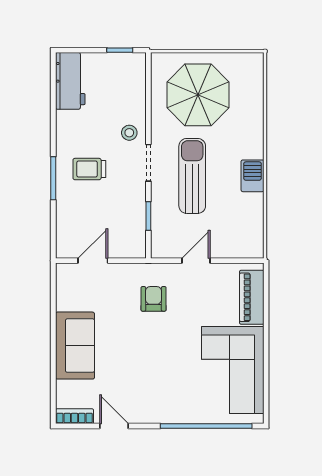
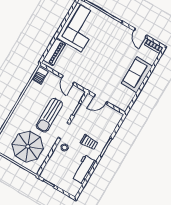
workbench: (70, 81) -> (84, 169), moved
barbecue: (253, 176) -> (40, 75), moved
door: (93, 261) -> (100, 99), moved
door: (196, 261) -> (68, 80), hinge flipped
armchair: (154, 299) -> (94, 75), removed

